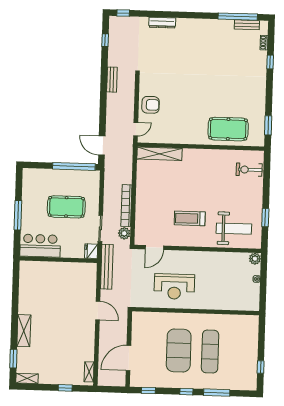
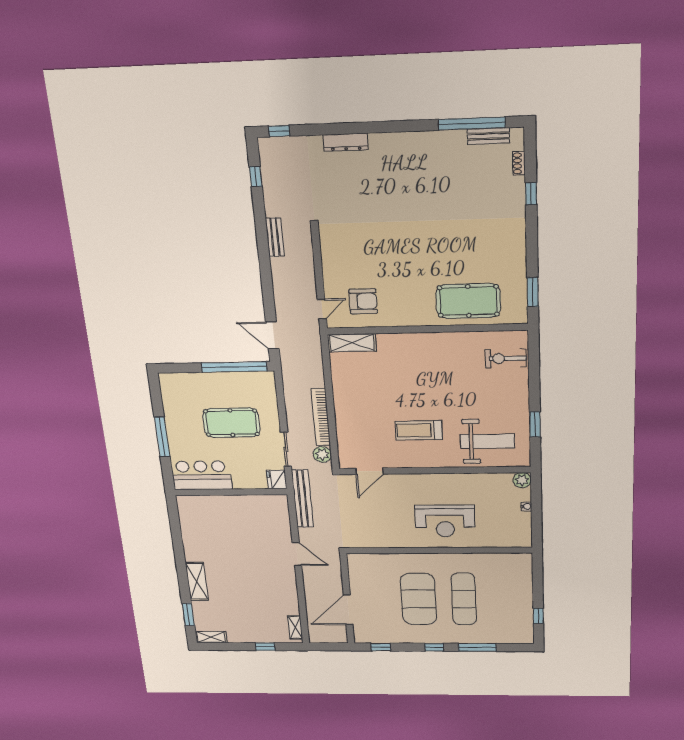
armchair: (151, 105) -> (363, 301), moved
shelving: (159, 154) -> (352, 343), width x0.68
reception desk: (174, 287) -> (445, 521), moved

